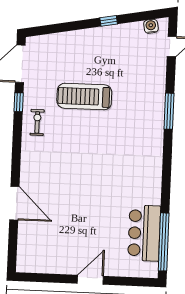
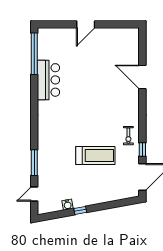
water cooler: (151, 26) -> (68, 205), moved
window: (169, 111) -> (34, 163), moved
bar counter: (144, 233) -> (48, 80), moved

